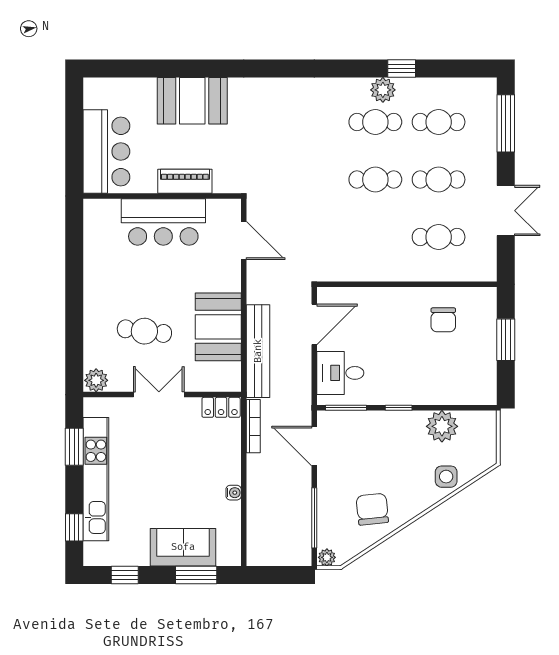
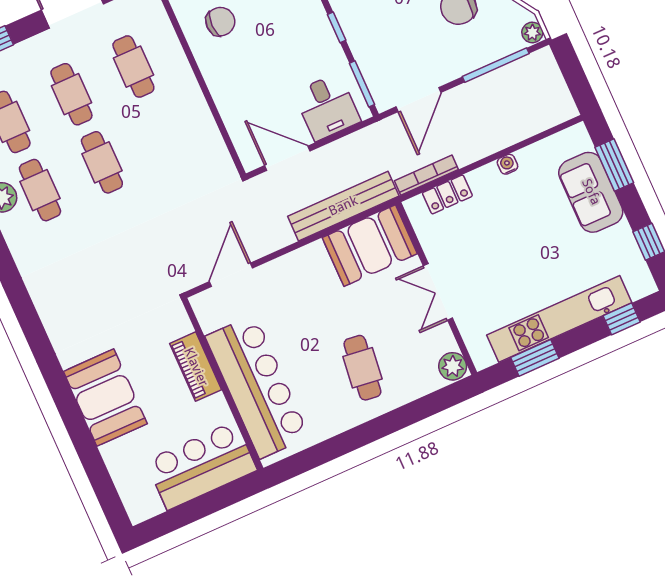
bar counter: (163, 222) -> (257, 387), width x1.36
booth: (218, 327) -> (370, 246), moved
cafe table: (144, 331) -> (362, 368), moved
locker: (221, 407) -> (447, 194), moved, turned 90

